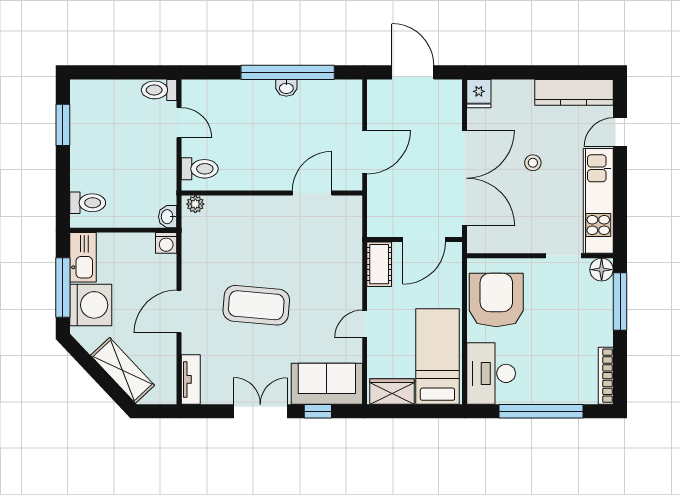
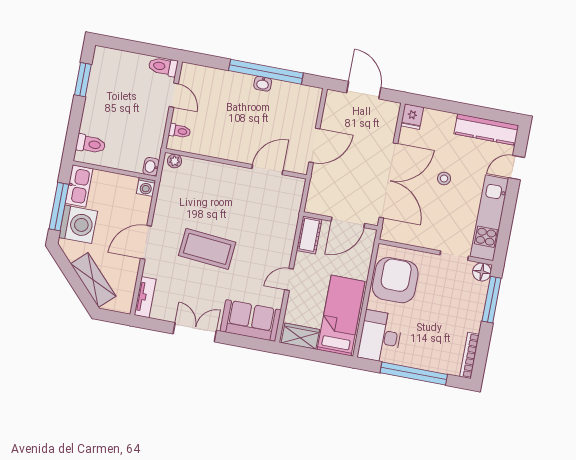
toilet: (200, 169) -> (180, 131), width x0.73, depth x0.72
window: (318, 411) -> (240, 341), removed

